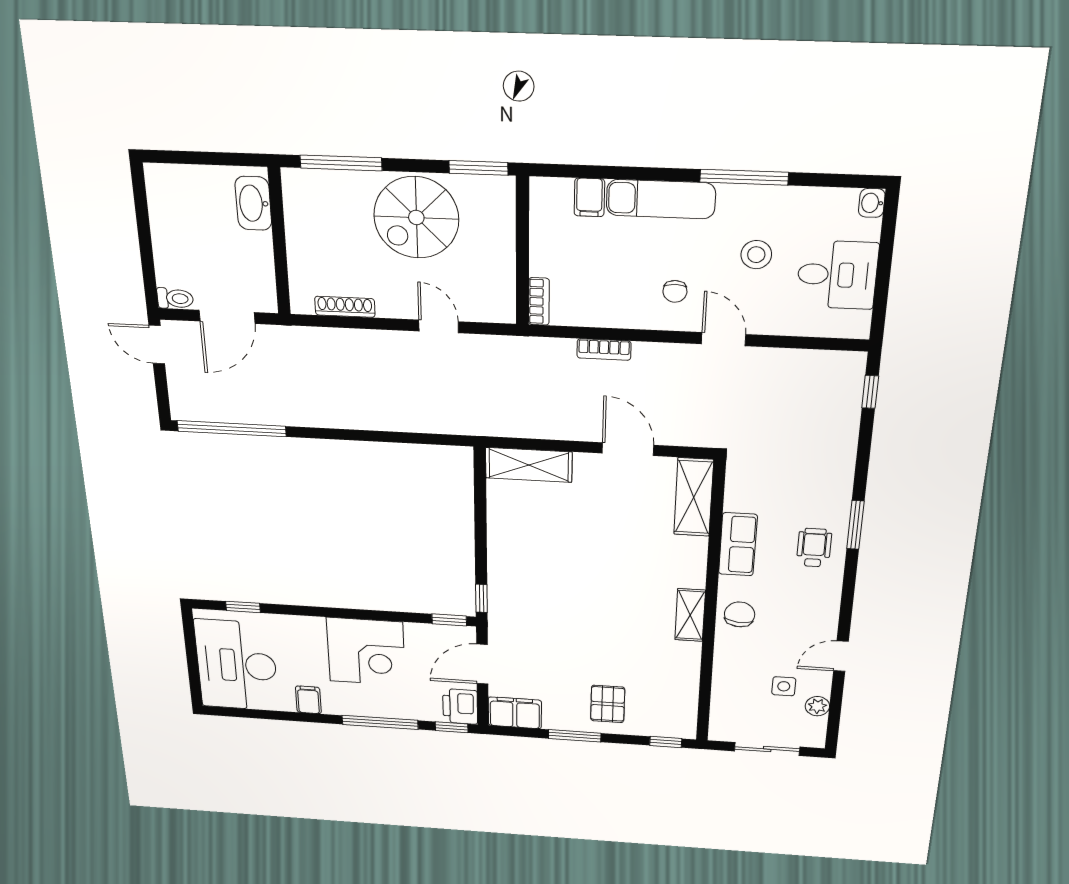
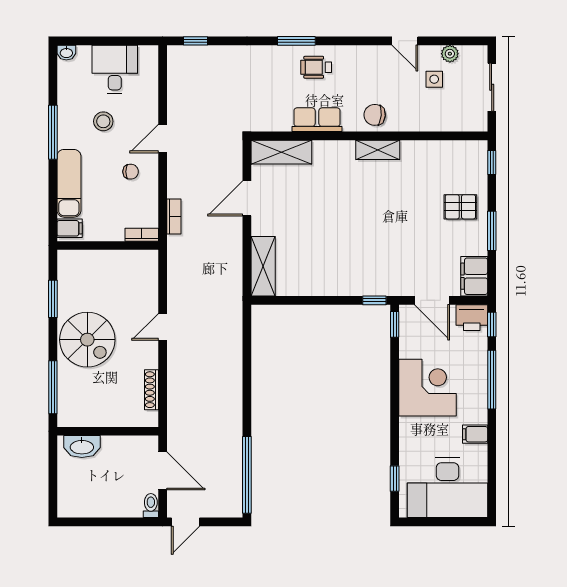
wall: (522, 252) -> (108, 246), moved
bookcase: (539, 301) -> (142, 235), moved

